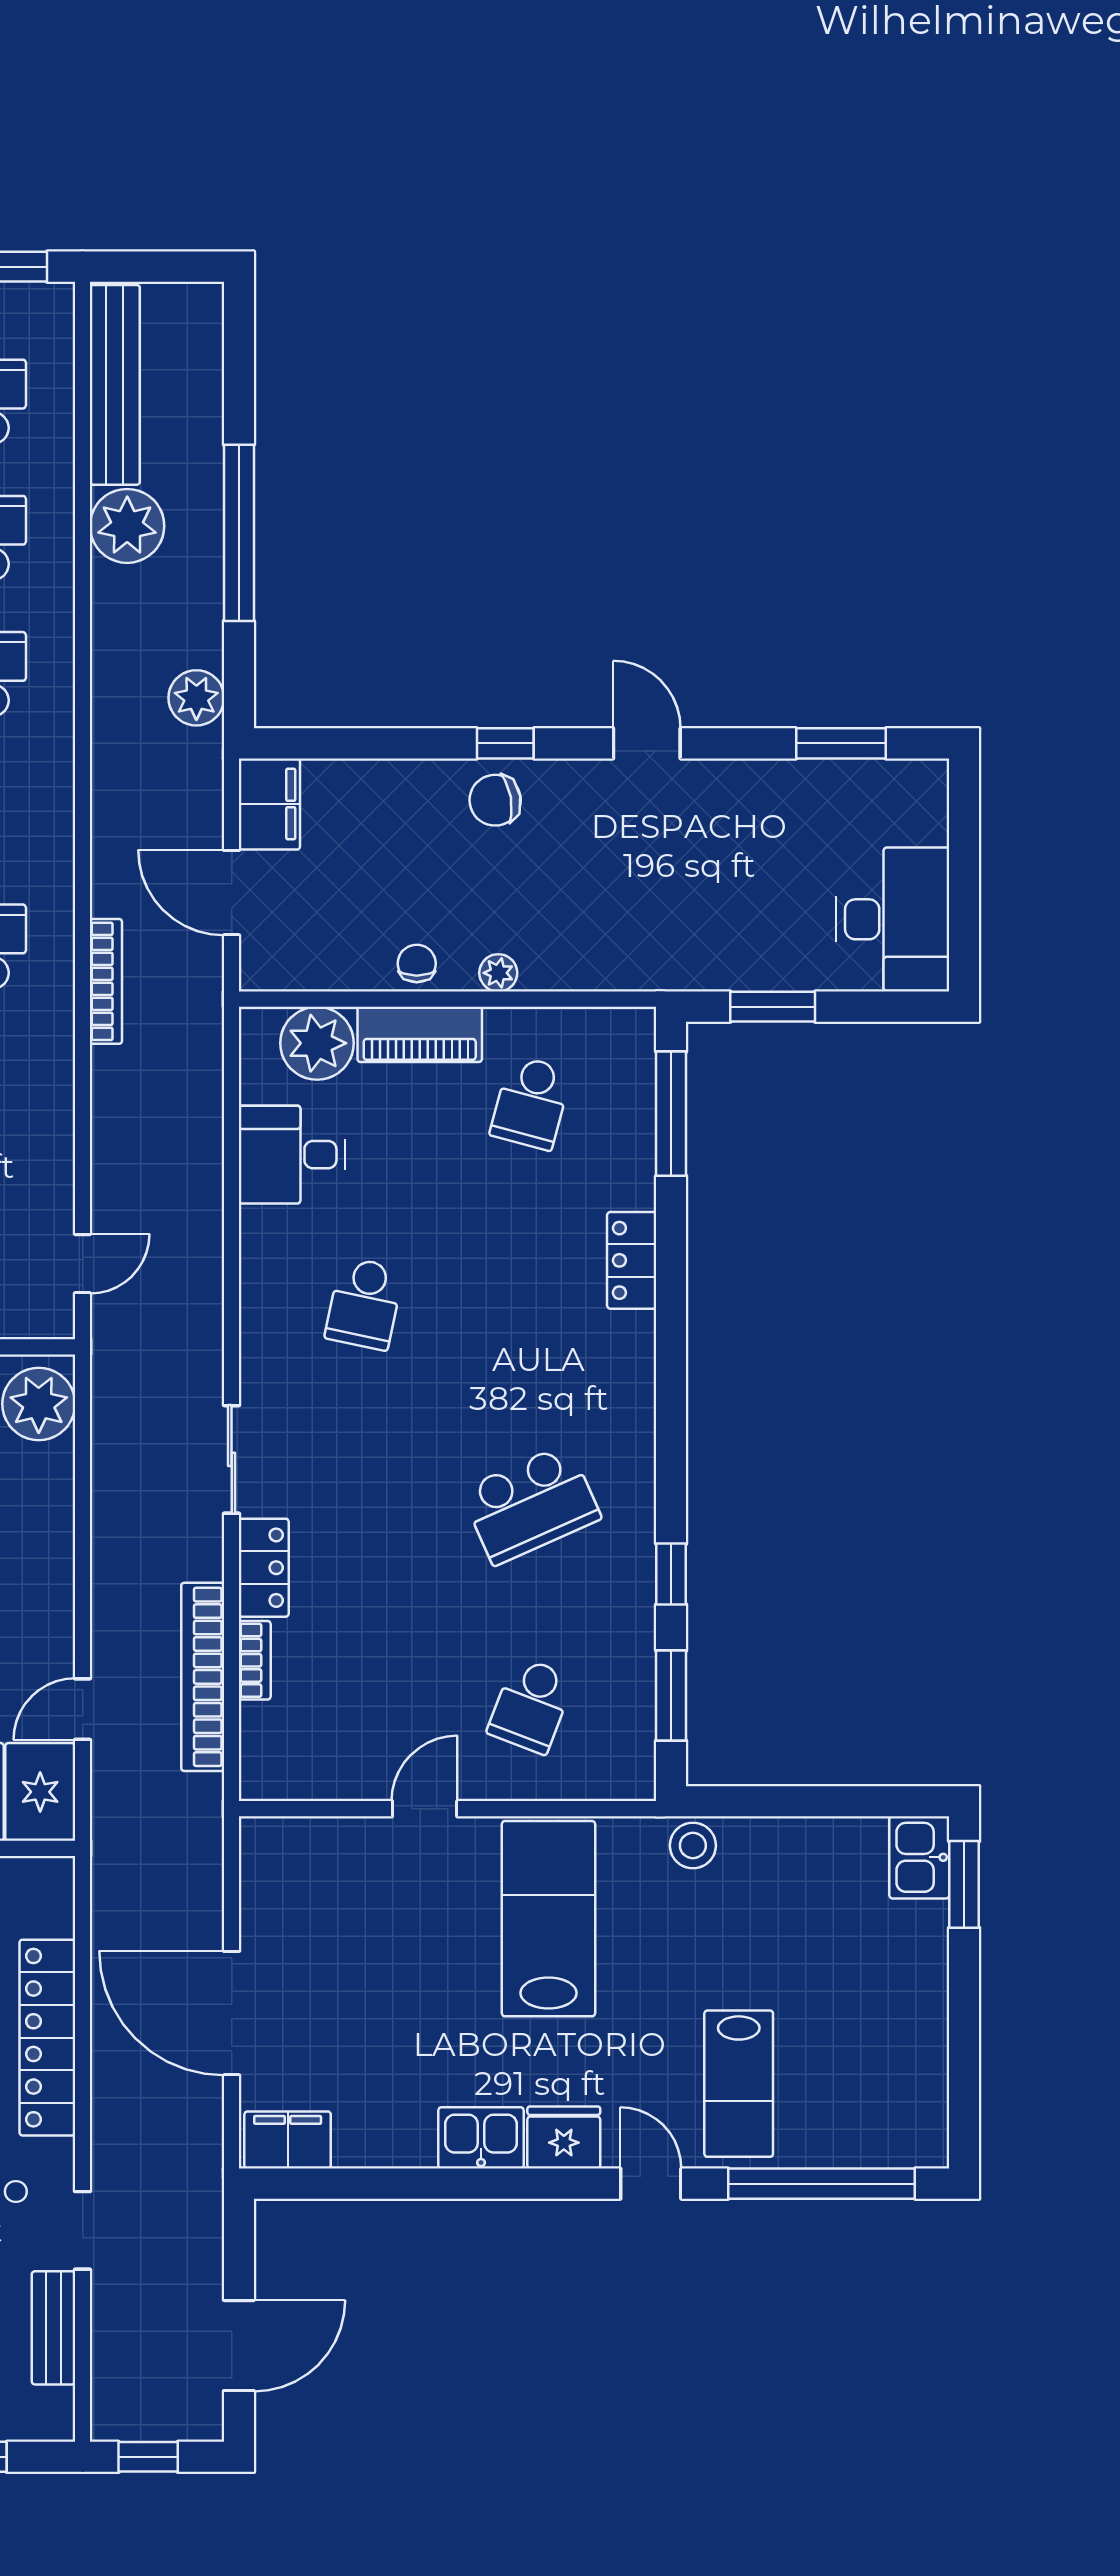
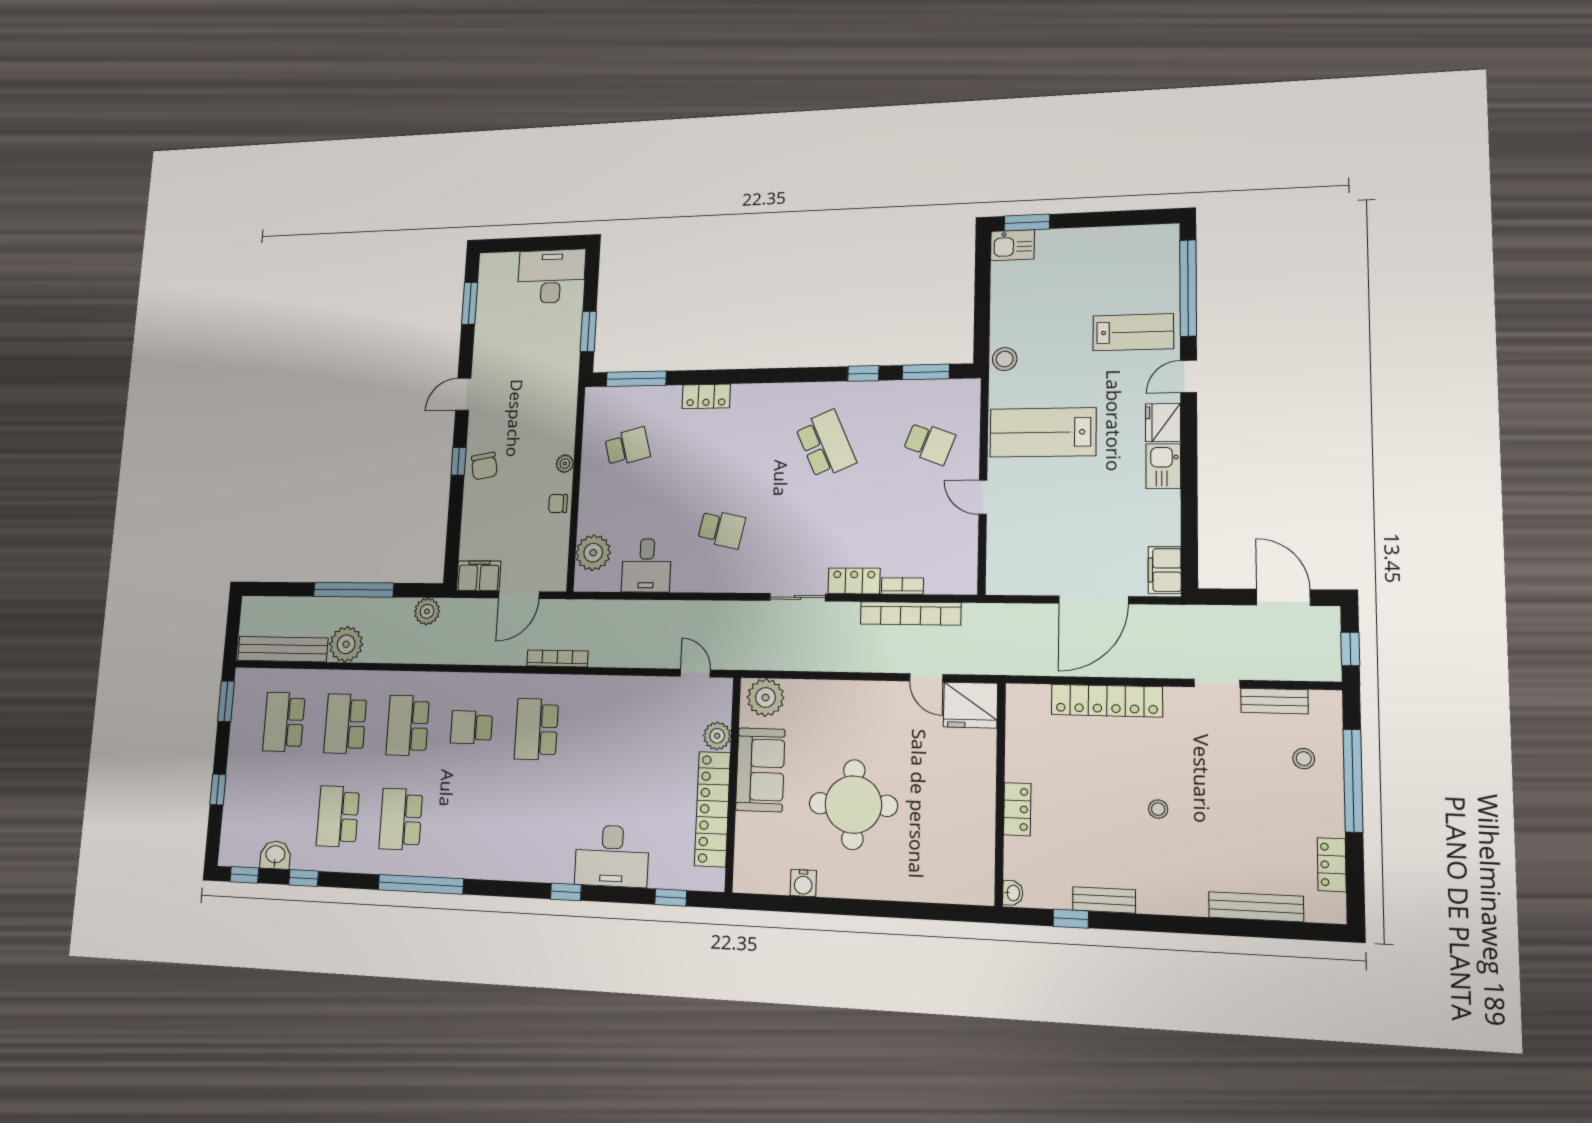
piano: (420, 1034) -> (592, 502), removed
school desk: (531, 1103) -> (627, 447), turned -30

